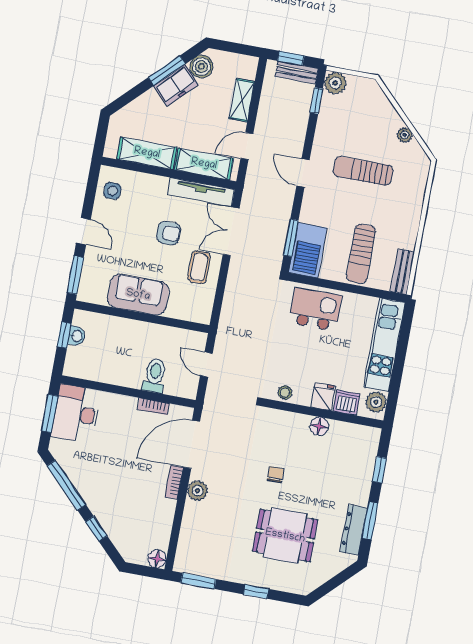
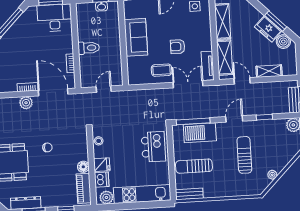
window: (316, 101) -> (264, 117), moved
tv unit: (201, 192) -> (208, 66), width x0.71
armchair: (169, 233) -> (178, 47), turned 90
window: (291, 238) -> (193, 121), width x1.44
barbecue: (308, 250) -> (200, 133), moved
toilet: (155, 375) -> (89, 48), moved
piano: (353, 434) -> (84, 188), added

